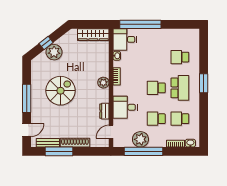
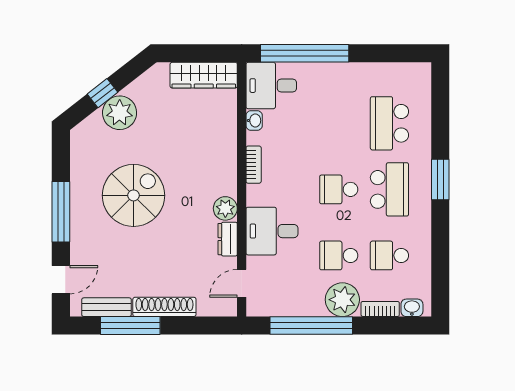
school desk: (180, 57) -> (389, 123), width x1.85
plant: (103, 83) -> (225, 208), moved
plant: (140, 139) -> (342, 300), moved

